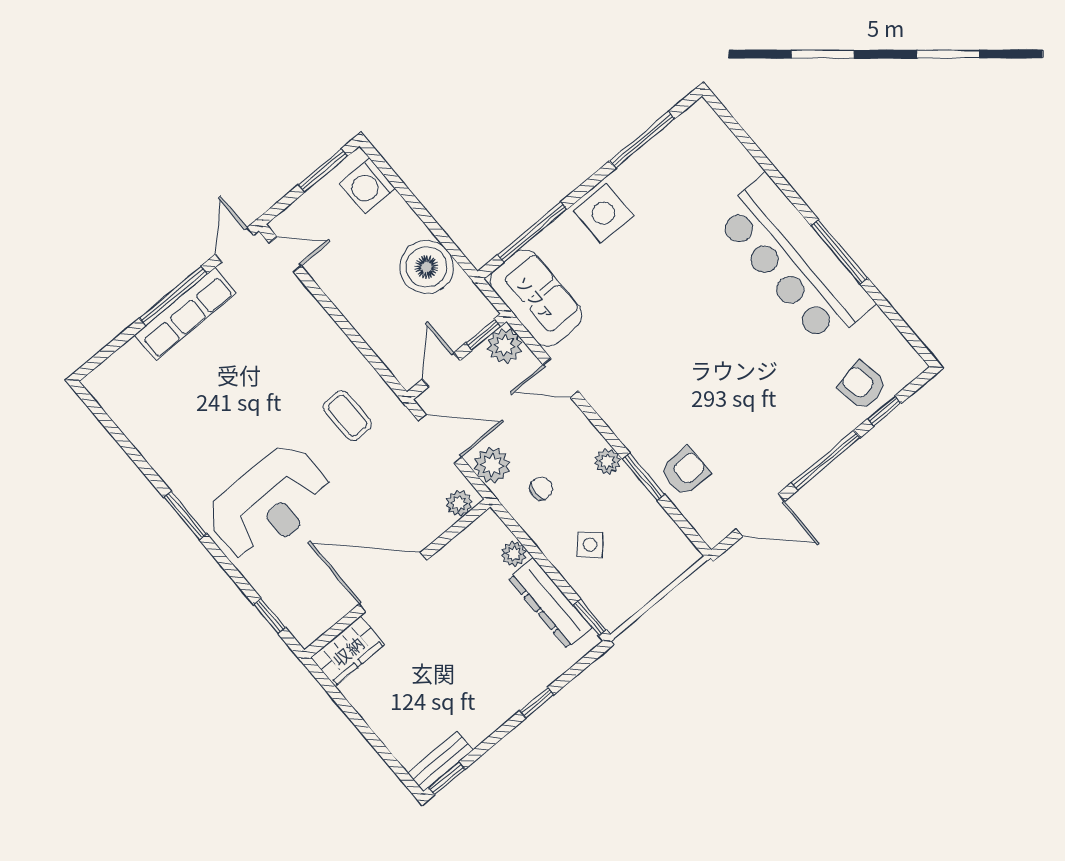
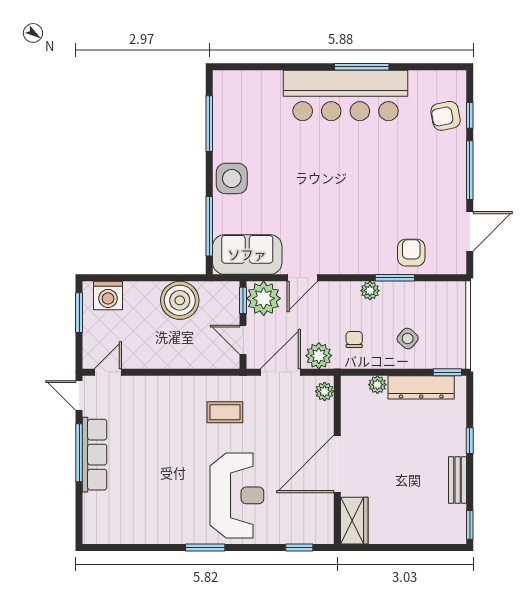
plant: (505, 346) -> (264, 298), width x1.36, depth x1.36
bench: (440, 761) -> (458, 480), moved

